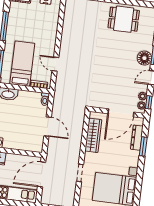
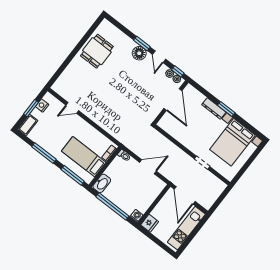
door: (55, 64) -> (72, 108), moved
wardrobe: (93, 135) -> (178, 133), removed
dresser: (137, 138) -> (214, 108), moved
window: (143, 146) -> (226, 109), moved

